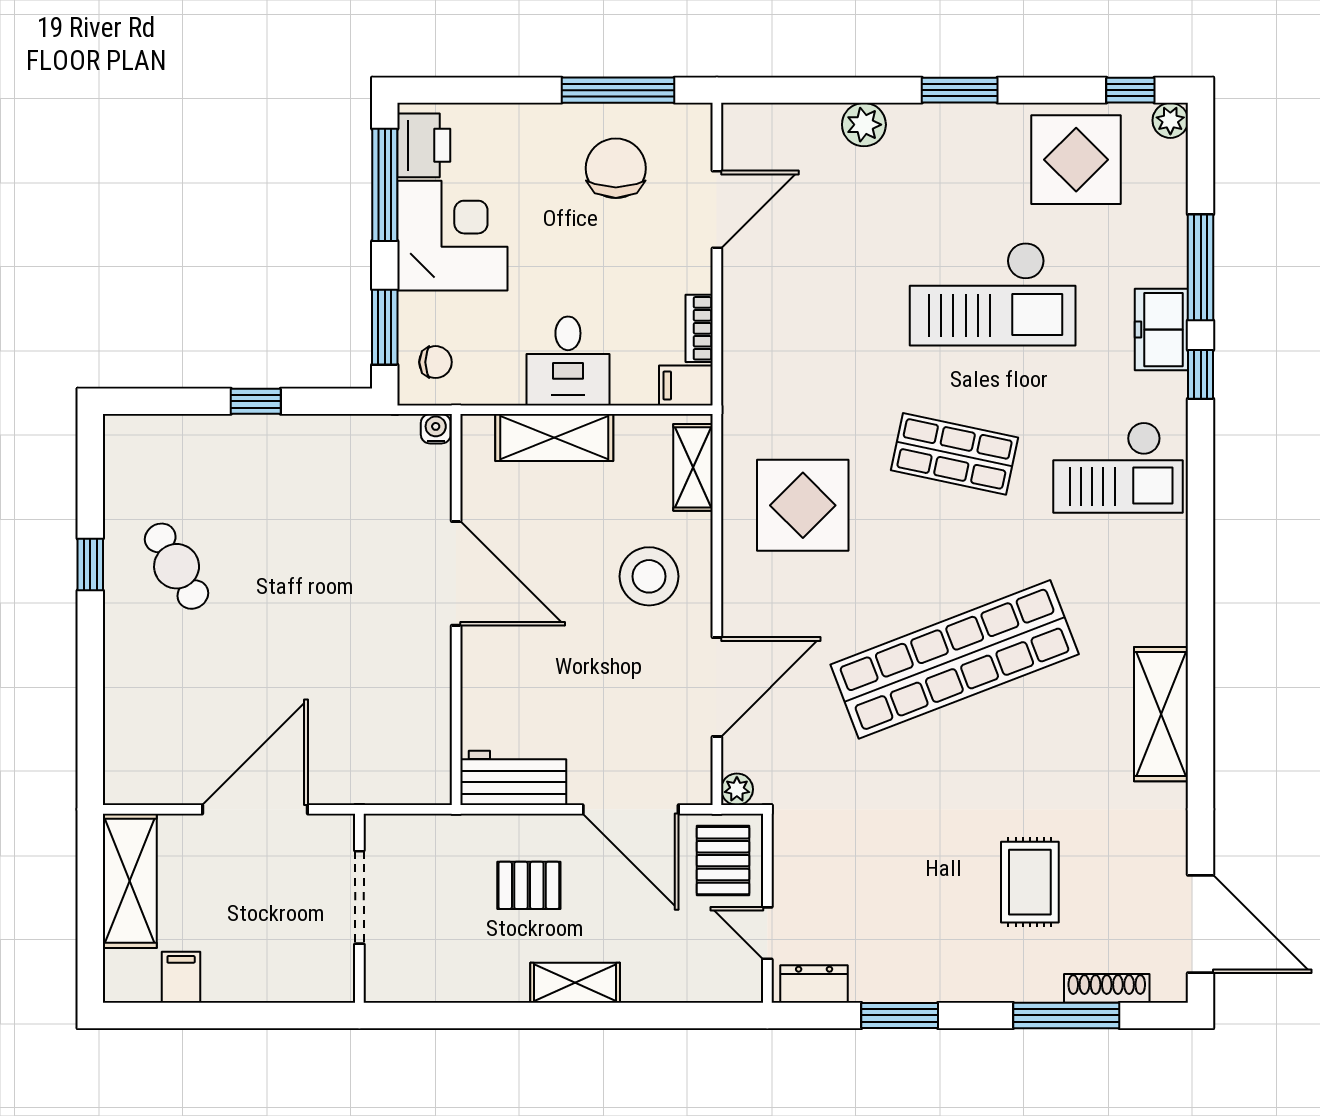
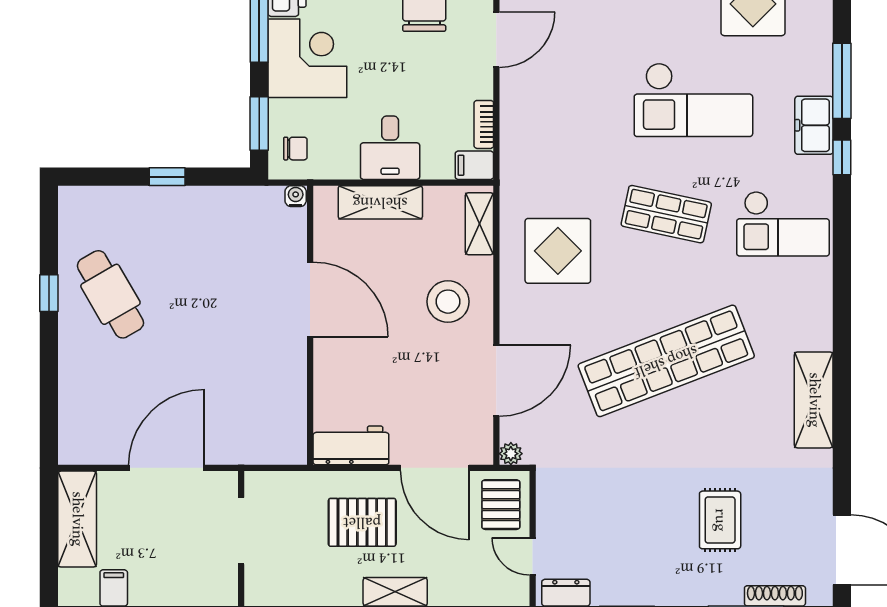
cafe table: (177, 566) -> (110, 294), width x1.37, depth x1.35
pallet: (529, 885) -> (362, 522), width x1.50, depth x1.42

